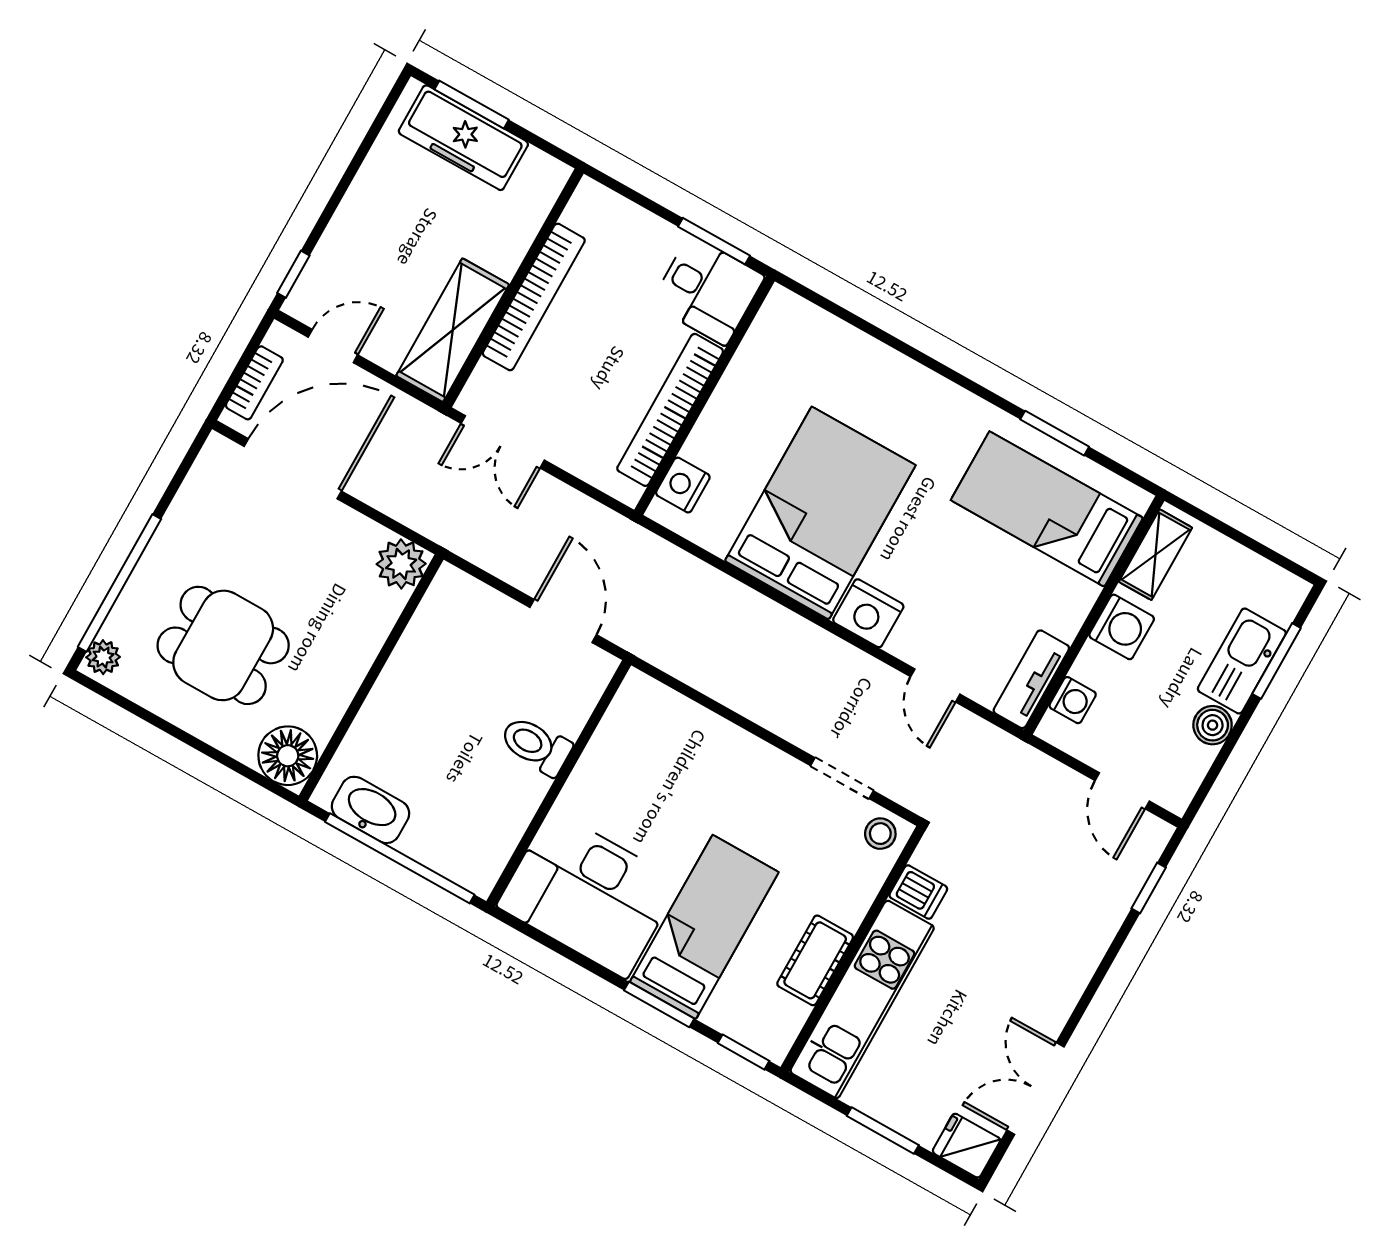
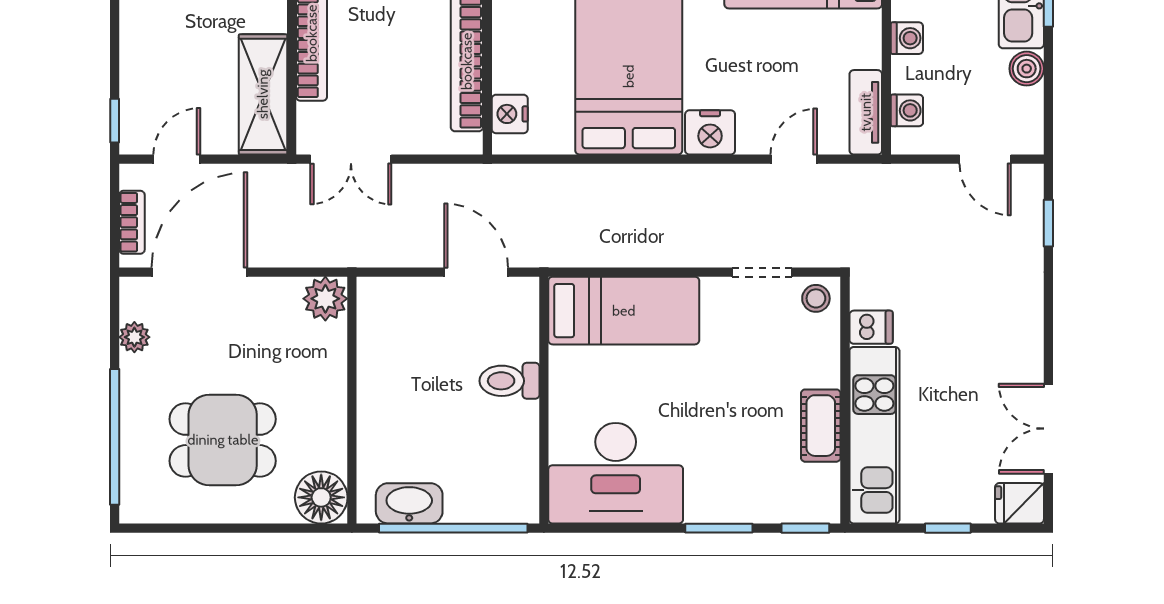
washing machine: (1122, 627) -> (907, 38), width x0.73, depth x0.73
plant: (103, 657) -> (134, 337), moved
door: (935, 685) -> (794, 159), swing flipped
bed: (704, 927) -> (624, 311), moved, turned 90
window: (883, 1130) -> (948, 528), width x0.67

